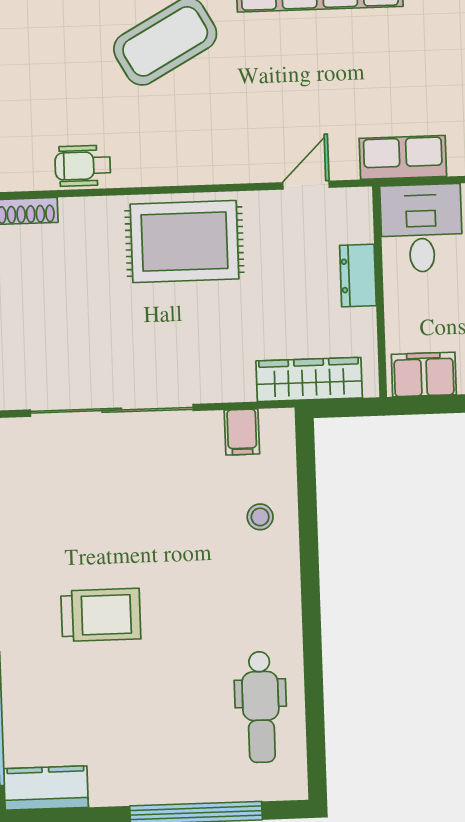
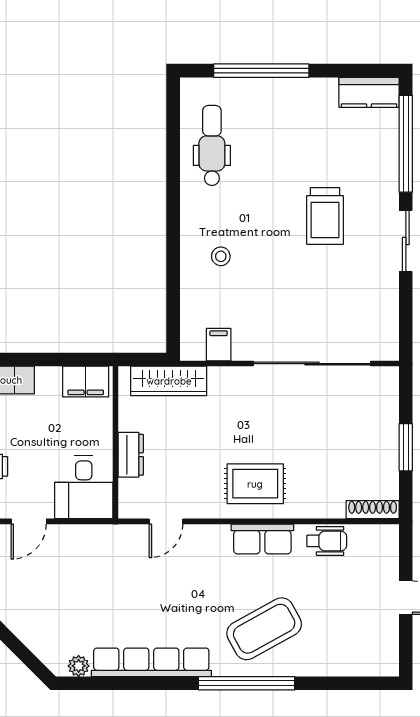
row of seats: (403, 157) -> (262, 539), moved
rug: (184, 242) -> (255, 484), width x0.73, depth x0.70
stool: (260, 517) -> (221, 256), moved
trolley: (101, 615) -> (325, 216), turned -90

